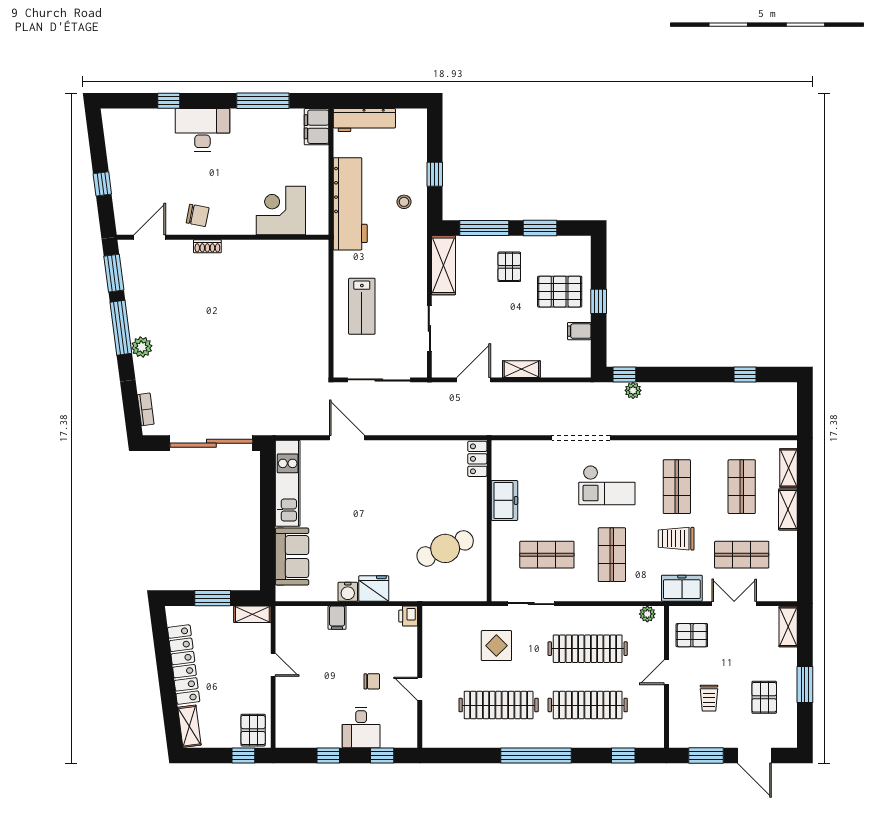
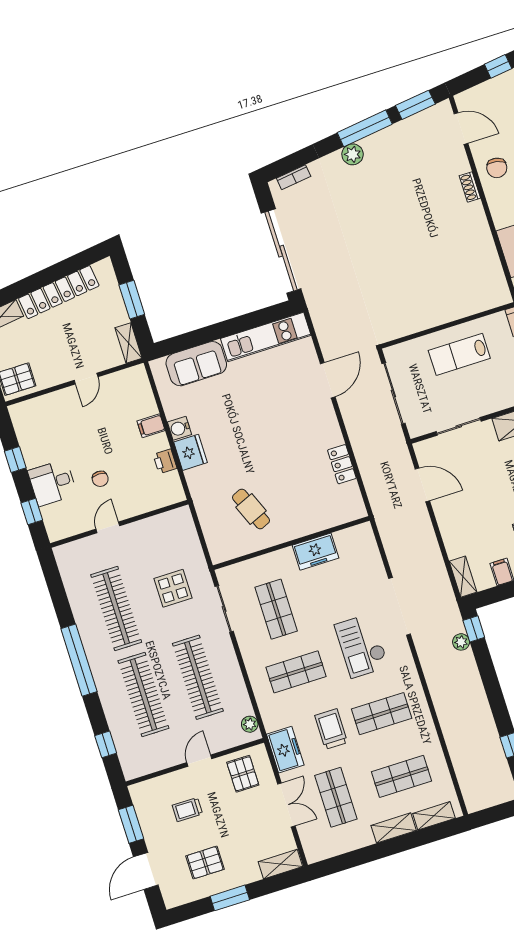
shelving: (521, 369) -> (463, 577), moved
locker: (477, 459) -> (342, 464), moved, turned -90
cafe table: (445, 548) -> (251, 509), width x0.73, depth x0.74
printer: (408, 616) -> (165, 461), moved, turned -90
door: (666, 672) -> (199, 761), hinge flipped

